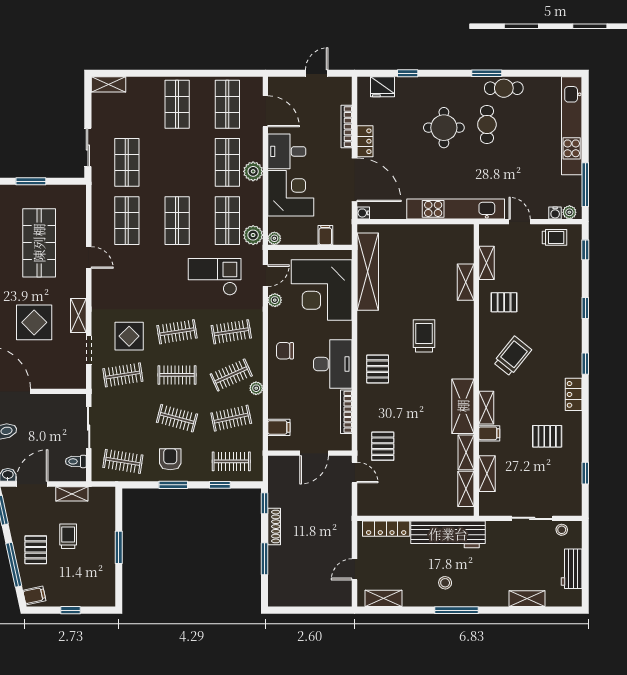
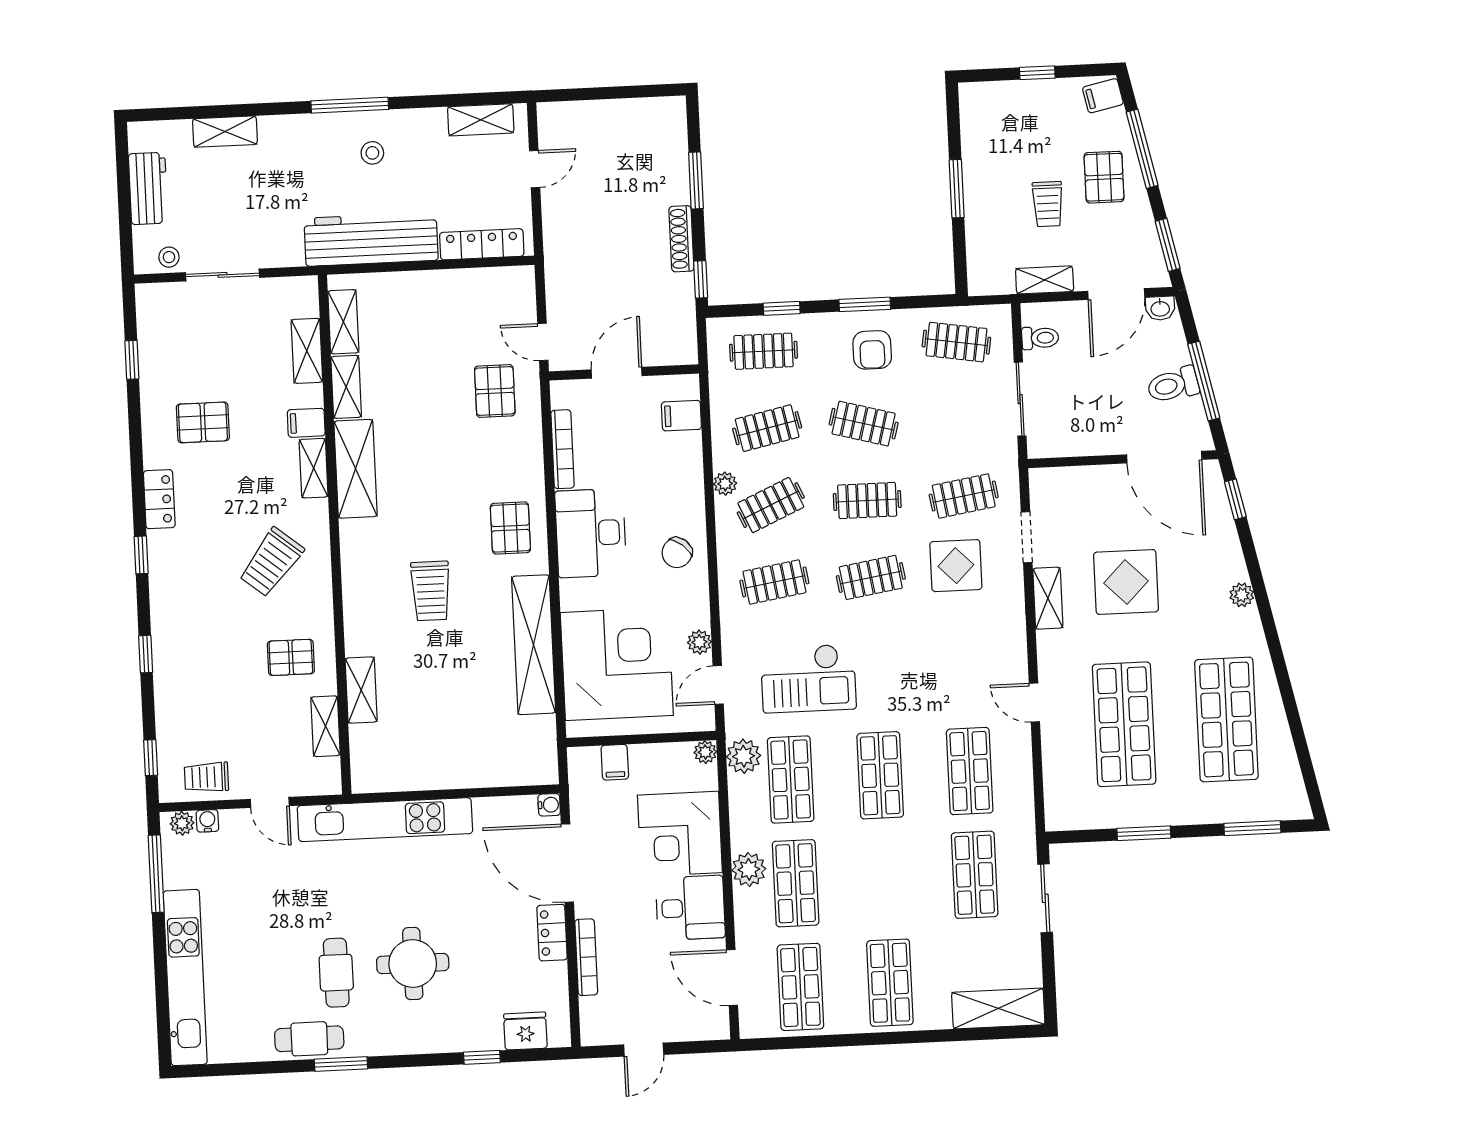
shelving: (108, 84) -> (998, 1008), width x1.50, depth x1.33
shelving: (368, 272) -> (534, 645), moved
chair: (285, 351) -> (677, 553), turned 129

